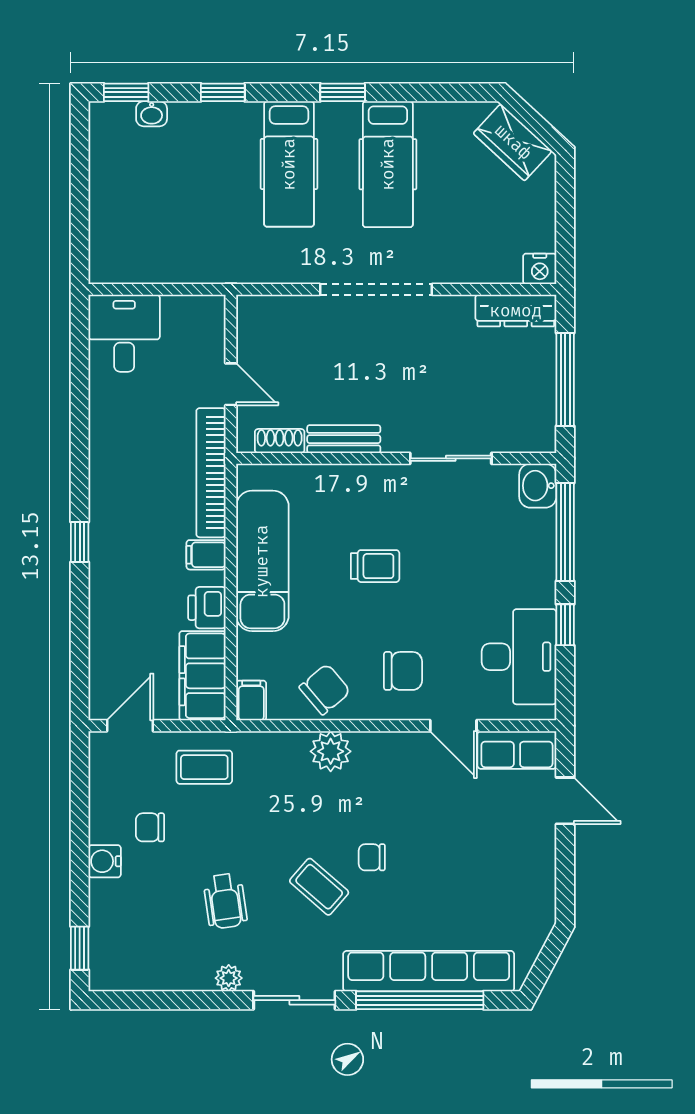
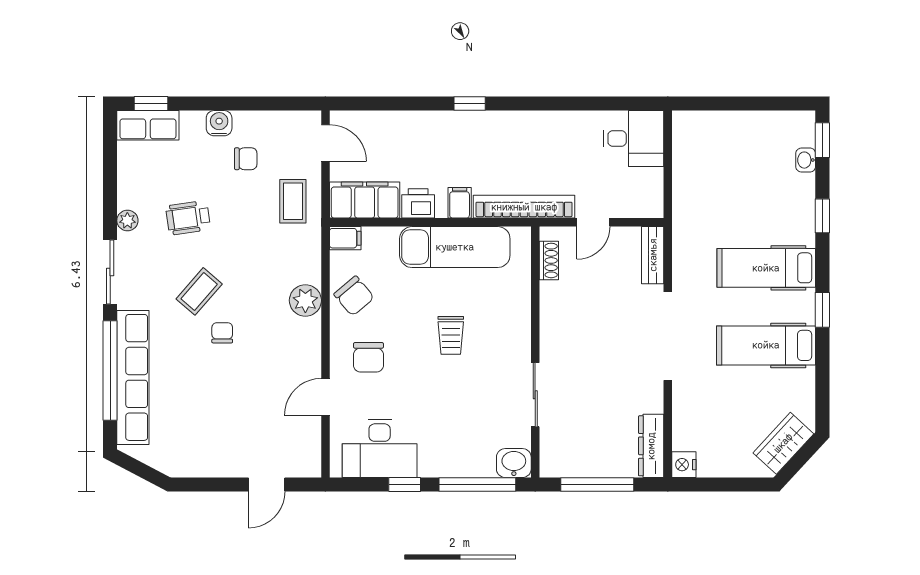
bench: (344, 439) -> (653, 255), moved
row of seats: (517, 750) -> (148, 125), moved, turned -90
chair: (150, 827) -> (246, 159), turned 90

